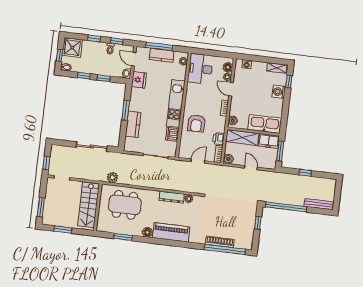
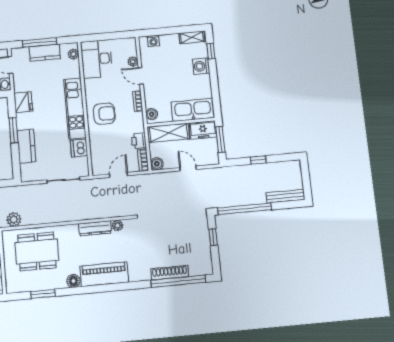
floor lamp: (228, 67) -> (131, 50), removed
fridge: (139, 80) -> (23, 102), moved
armchair: (196, 123) -> (104, 114), moved, turned -90

